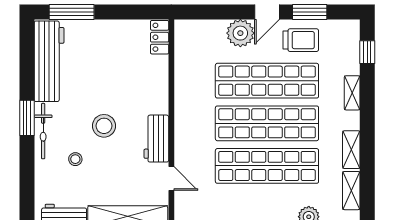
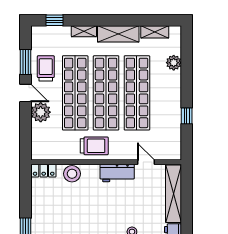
trolley: (194, 107) -> (94, 146), added
stool: (104, 126) -> (72, 174), moved
shelving: (351, 150) -> (118, 34), width x1.50, depth x1.33
door: (171, 178) -> (146, 162), hinge flipped

